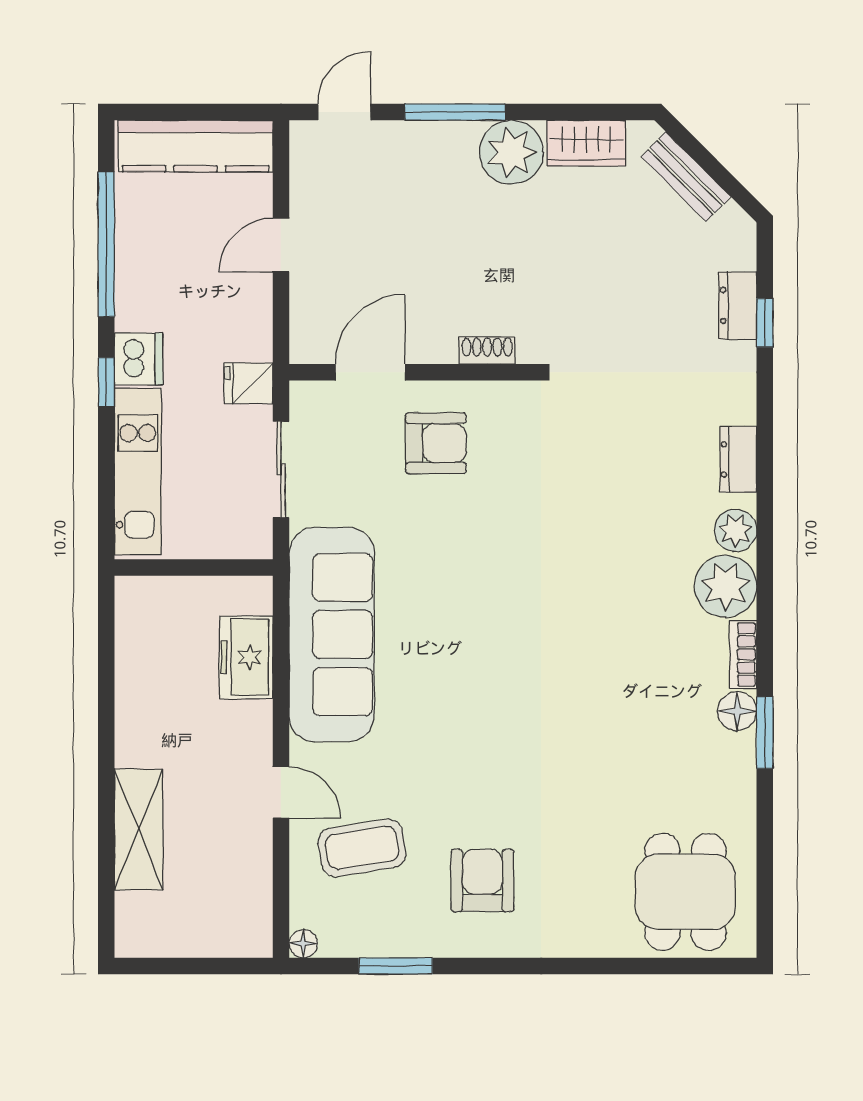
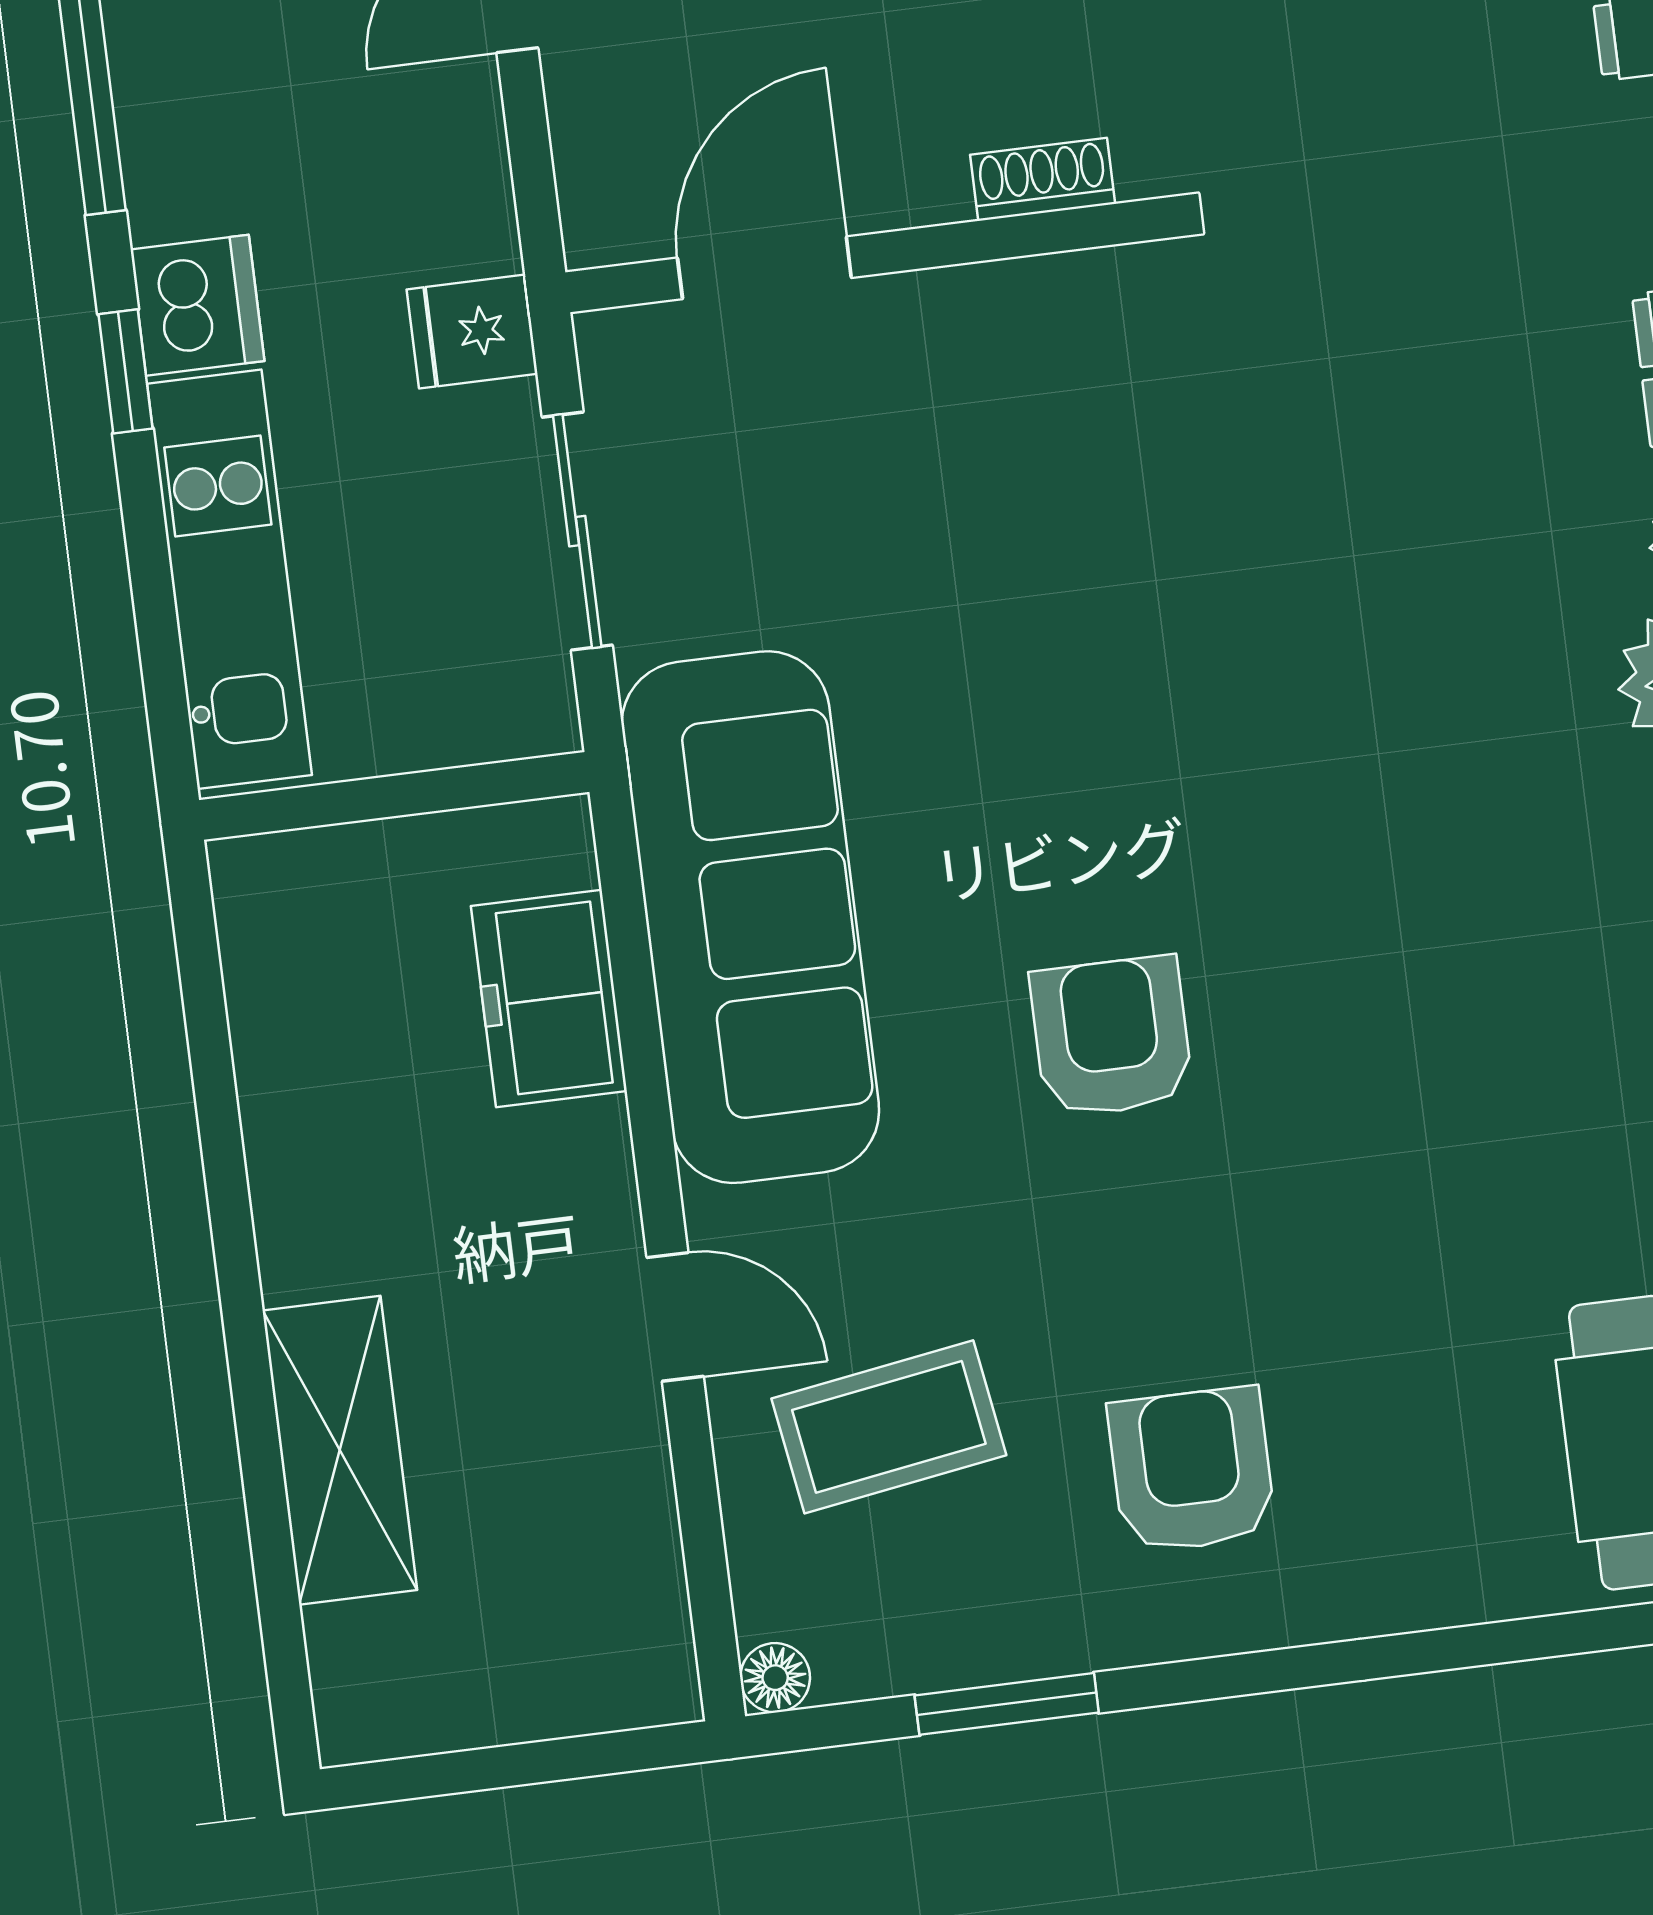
armchair: (436, 443) -> (1111, 1037), moved, turned -90

